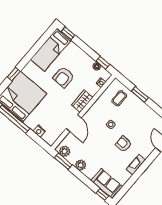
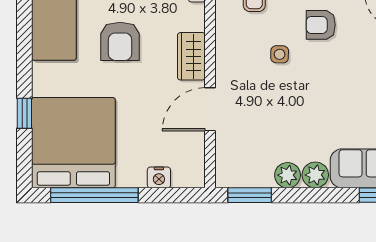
door: (74, 123) -> (210, 109), swing flipped
armchair: (124, 144) -> (321, 25), moved
plant: (65, 151) -> (315, 175), moved

